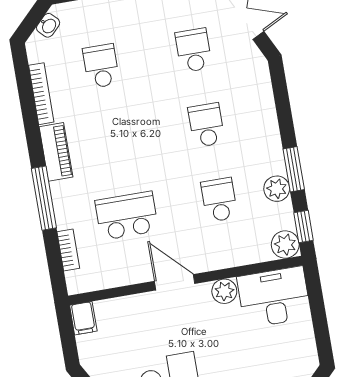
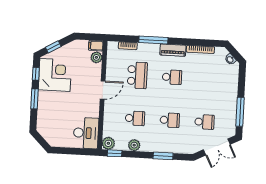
school desk: (101, 66) -> (172, 77), moved
window: (294, 169) -> (163, 156), moved
plant: (224, 291) -> (96, 57), moved

